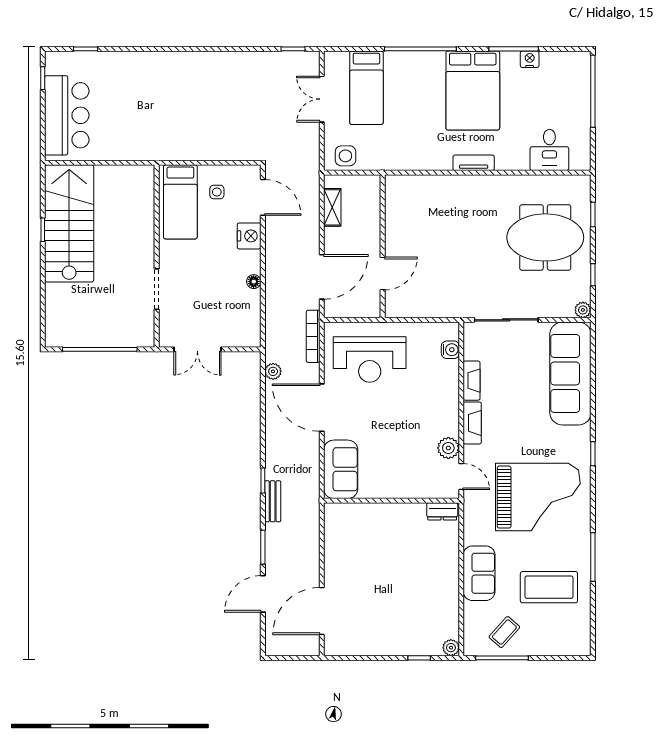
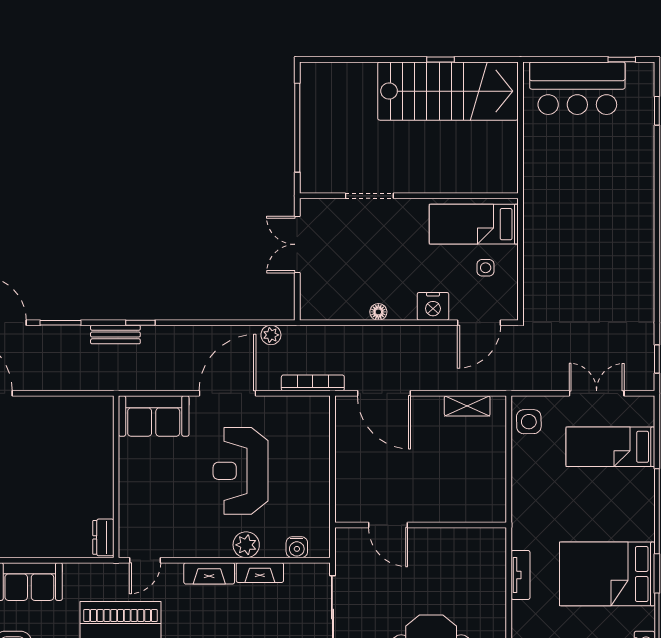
wall: (383, 246) -> (421, 525), moved
door: (383, 274) -> (388, 525), moved
reception desk: (370, 360) -> (241, 471), moved
plant: (448, 448) -> (246, 545), moved

